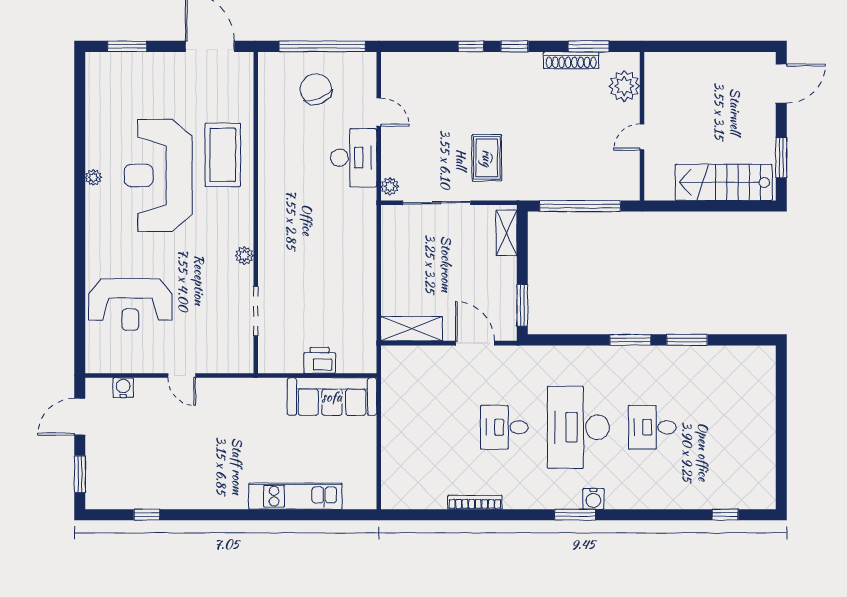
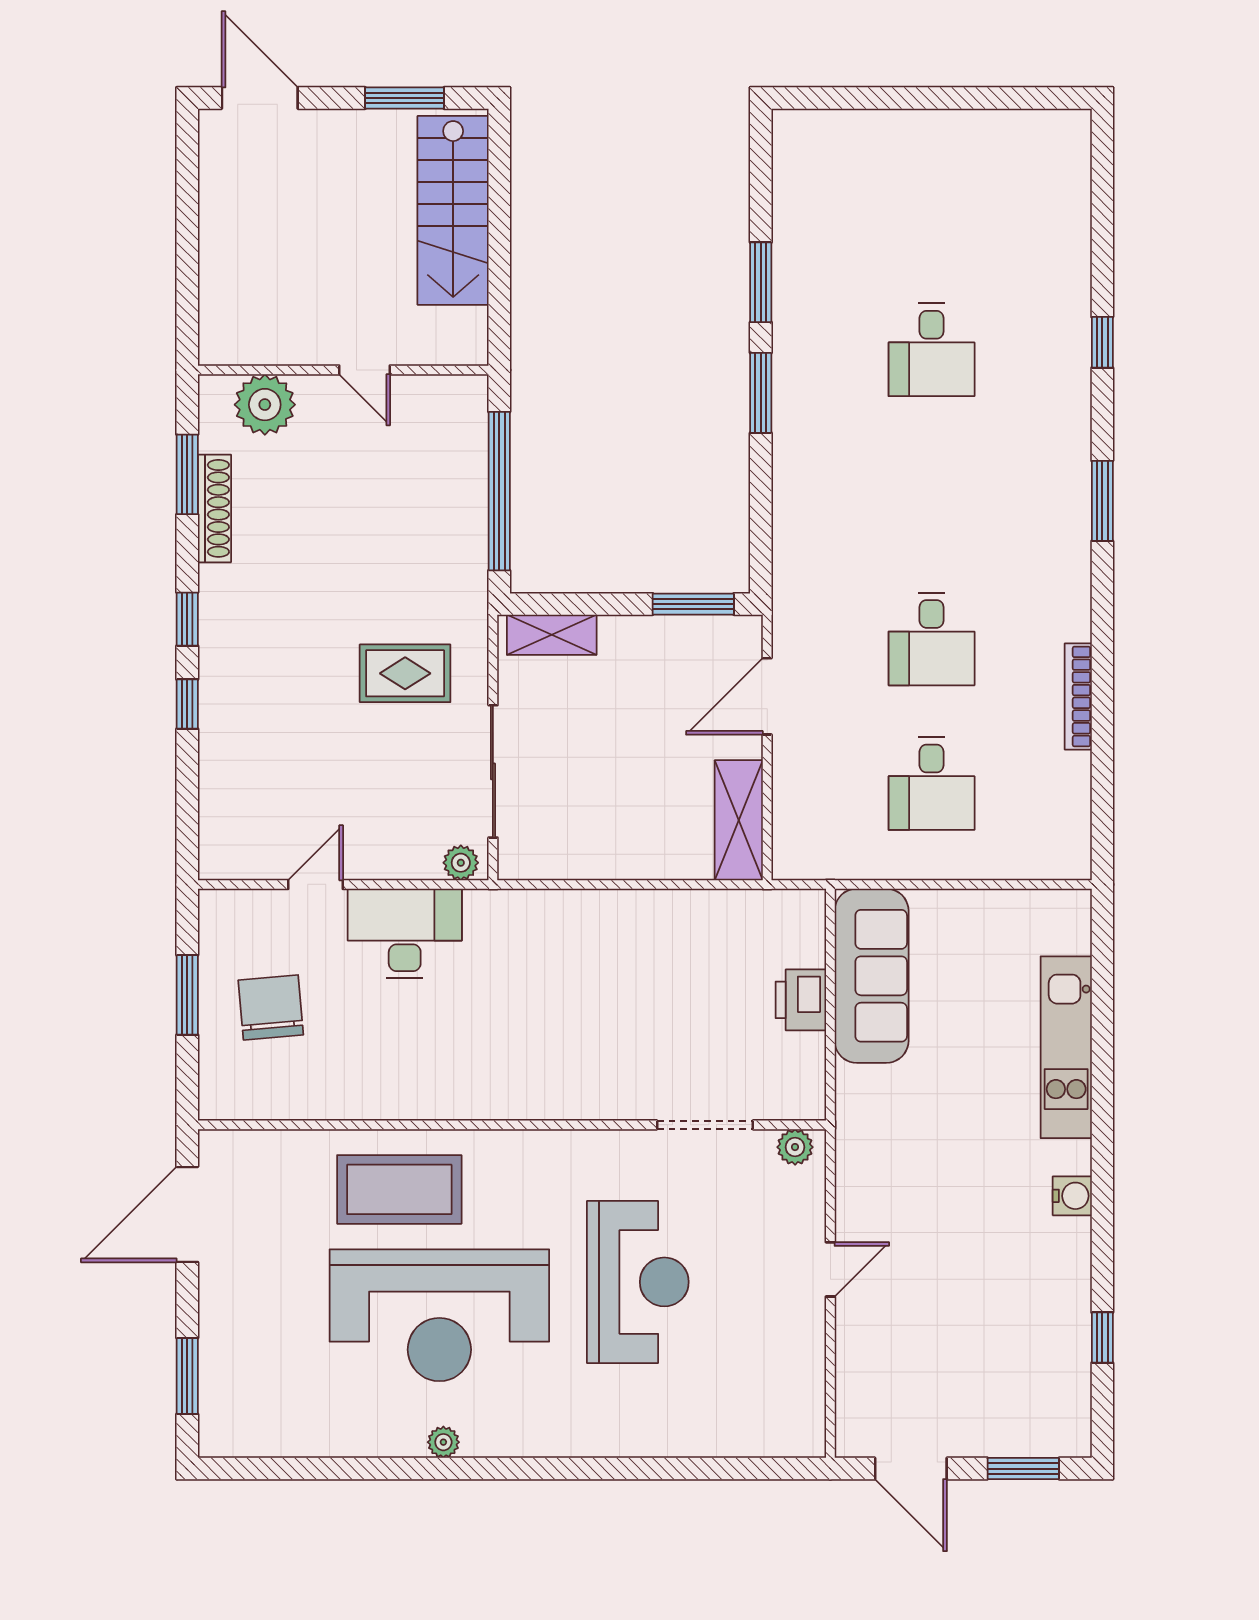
window: (322, 46) -> (187, 995), width x0.47
chair: (316, 89) -> (271, 1007), turned 106
plant: (244, 256) -> (795, 1147), moved
reception desk: (130, 304) -> (638, 1282), moved
water cooler: (123, 388) -> (1072, 1196), moved, turned 180
desk: (578, 427) -> (932, 784), moved, width x0.53, depth x0.77
water cooler: (593, 499) -> (1071, 465), removed
window: (725, 515) -> (1102, 342), moved

